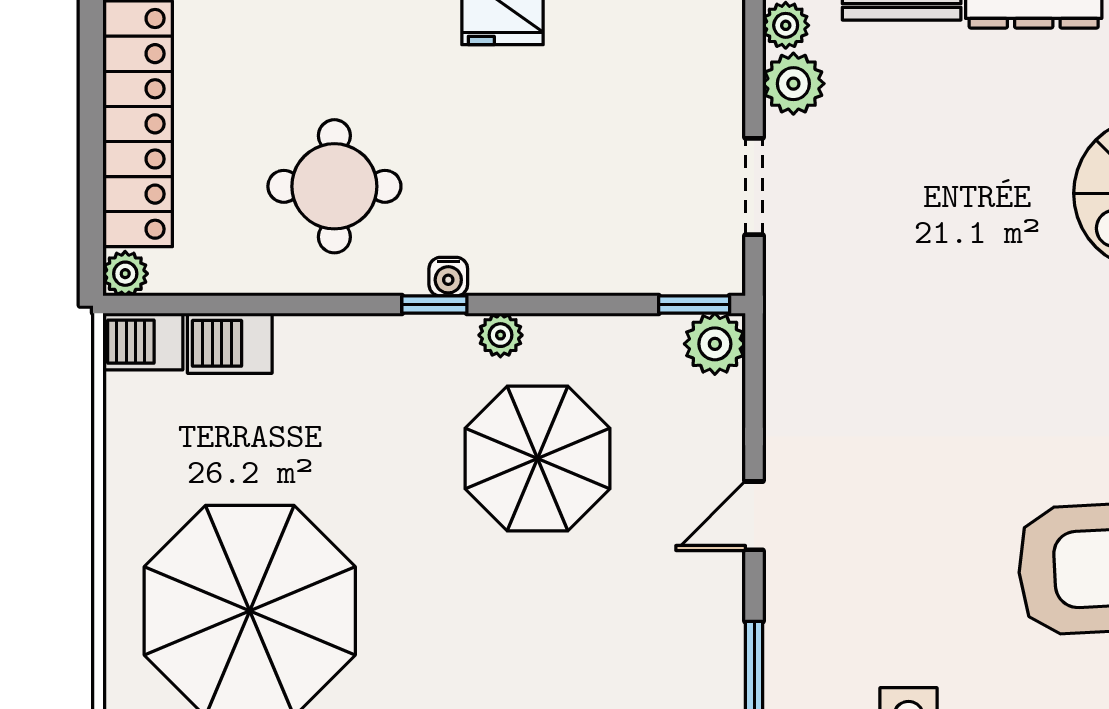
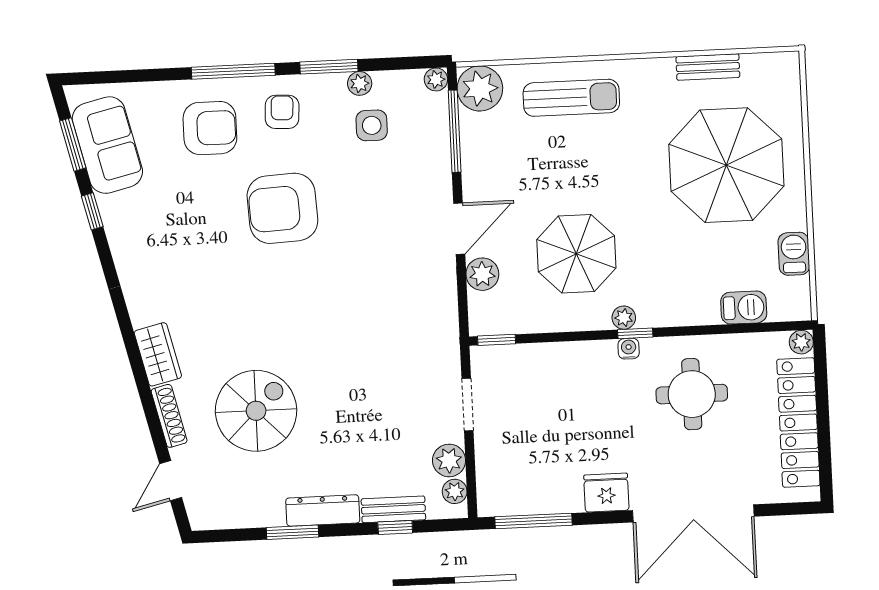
plant: (500, 335) -> (624, 318), moved
barbecue: (143, 342) -> (794, 254), moved, turned -90
plant: (715, 344) -> (482, 274), moved
door: (754, 516) -> (459, 229), width x1.38

